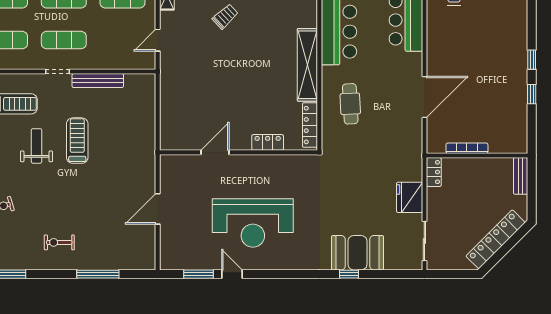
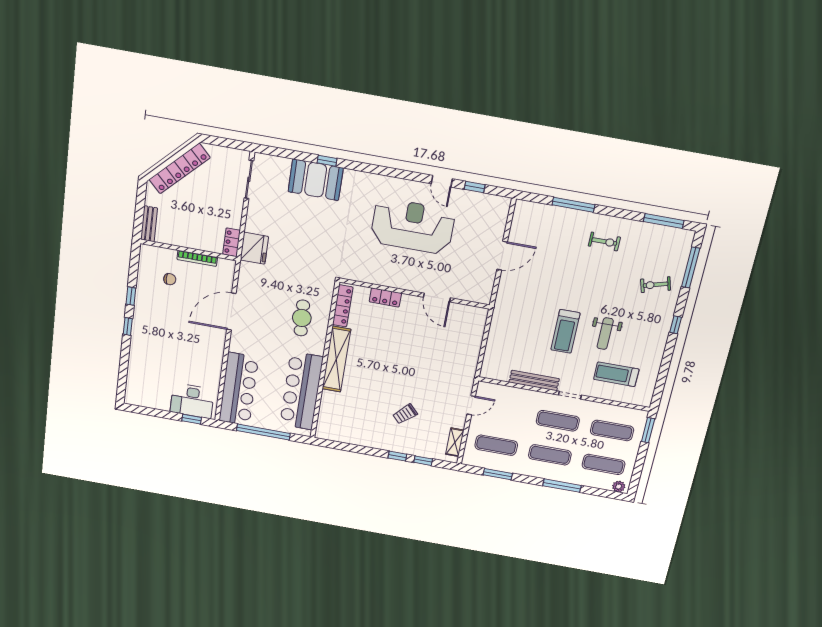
chair: (493, 120) -> (170, 279), added
door: (215, 152) -> (437, 298), hinge flipped
fridge: (410, 197) -> (254, 248), moved
window: (199, 274) -> (475, 187), width x0.67

